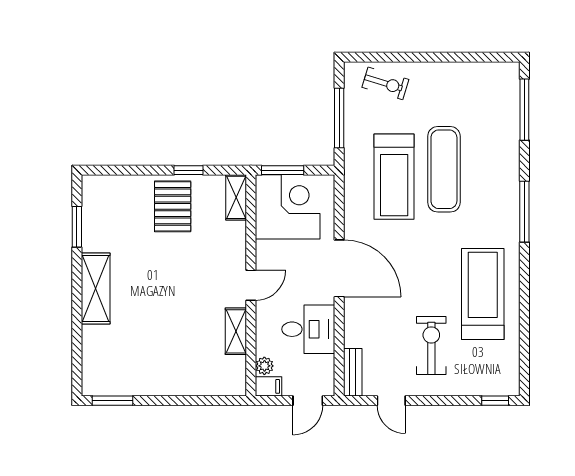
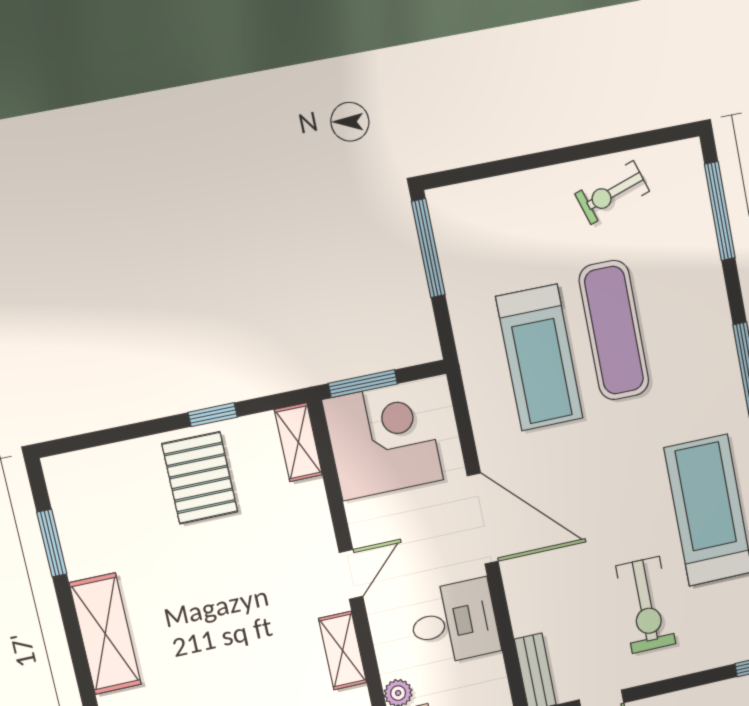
exercise bike: (385, 83) -> (612, 193), moved, turned 145
window: (339, 118) -> (428, 248), moved
exercise bike: (431, 345) -> (646, 605), turned 180

